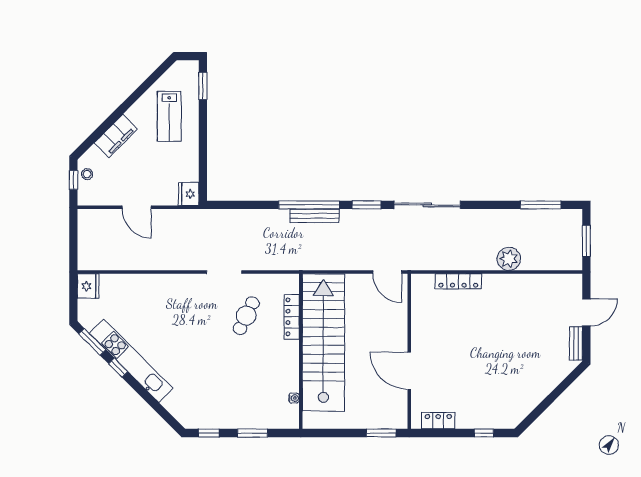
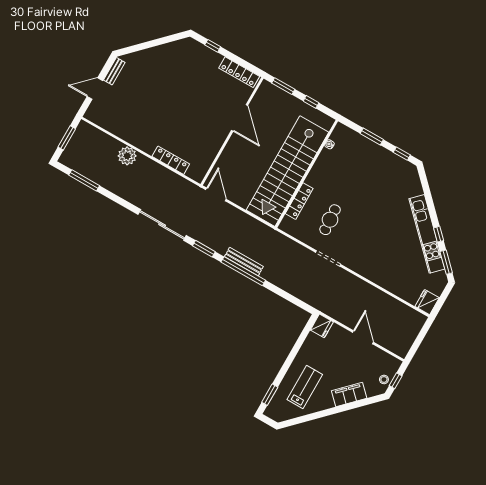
cafe table: (246, 316) -> (330, 220), turned -30
locker: (438, 421) -> (239, 72), width x1.53
window: (341, 433) -> (311, 102), added

